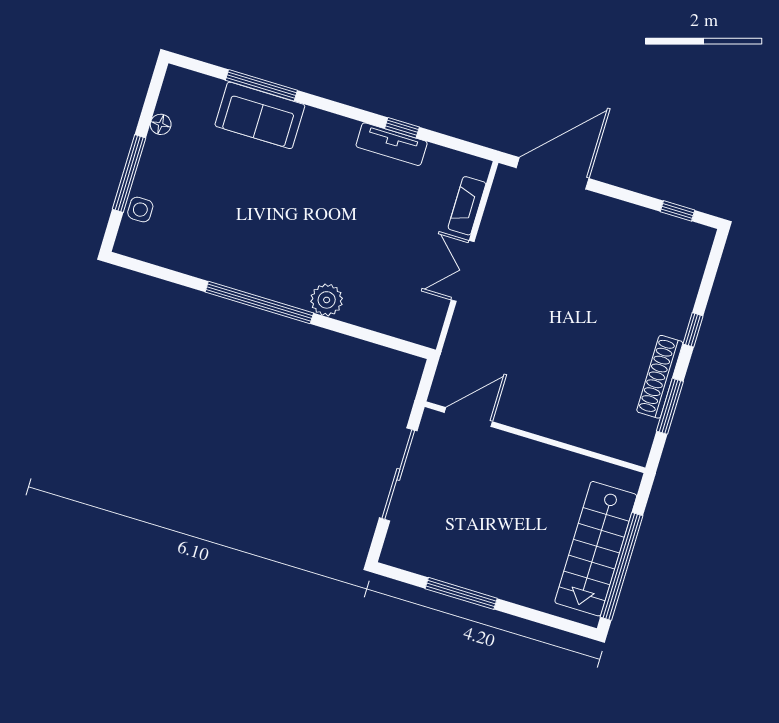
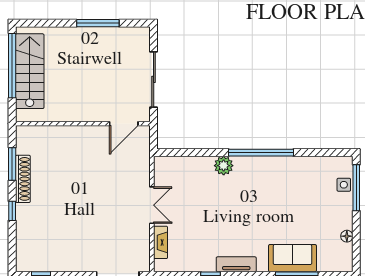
tv unit: (392, 144) -> (236, 264), moved
window: (129, 174) -> (356, 188), moved

